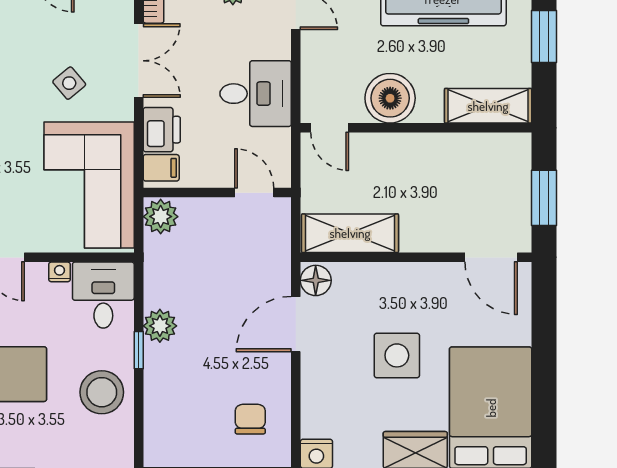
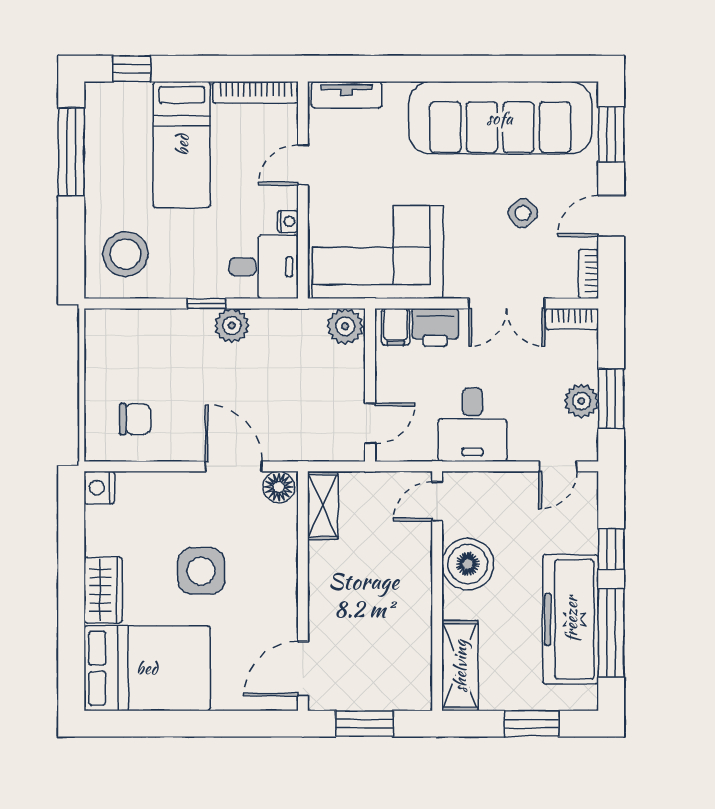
side table: (69, 83) -> (523, 213), moved
shelving: (350, 233) -> (323, 506), width x0.67, depth x0.75
stool: (102, 392) -> (125, 254), moved

